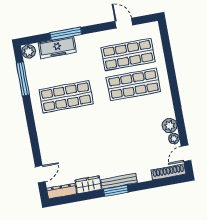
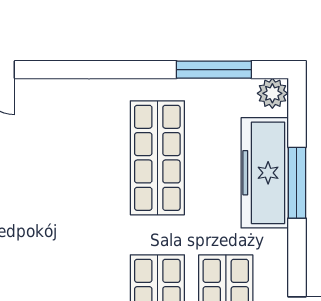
freezer: (57, 48) -> (265, 173), width x1.36, depth x1.26

